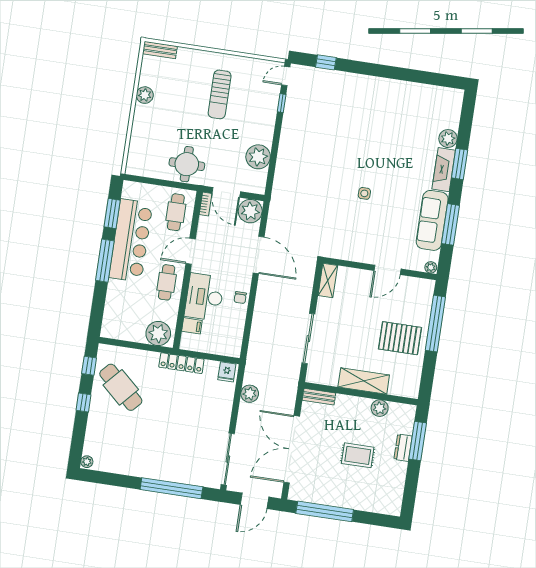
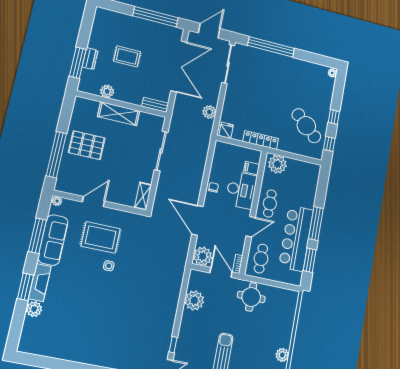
rug: (376, 227) -> (101, 237), added

